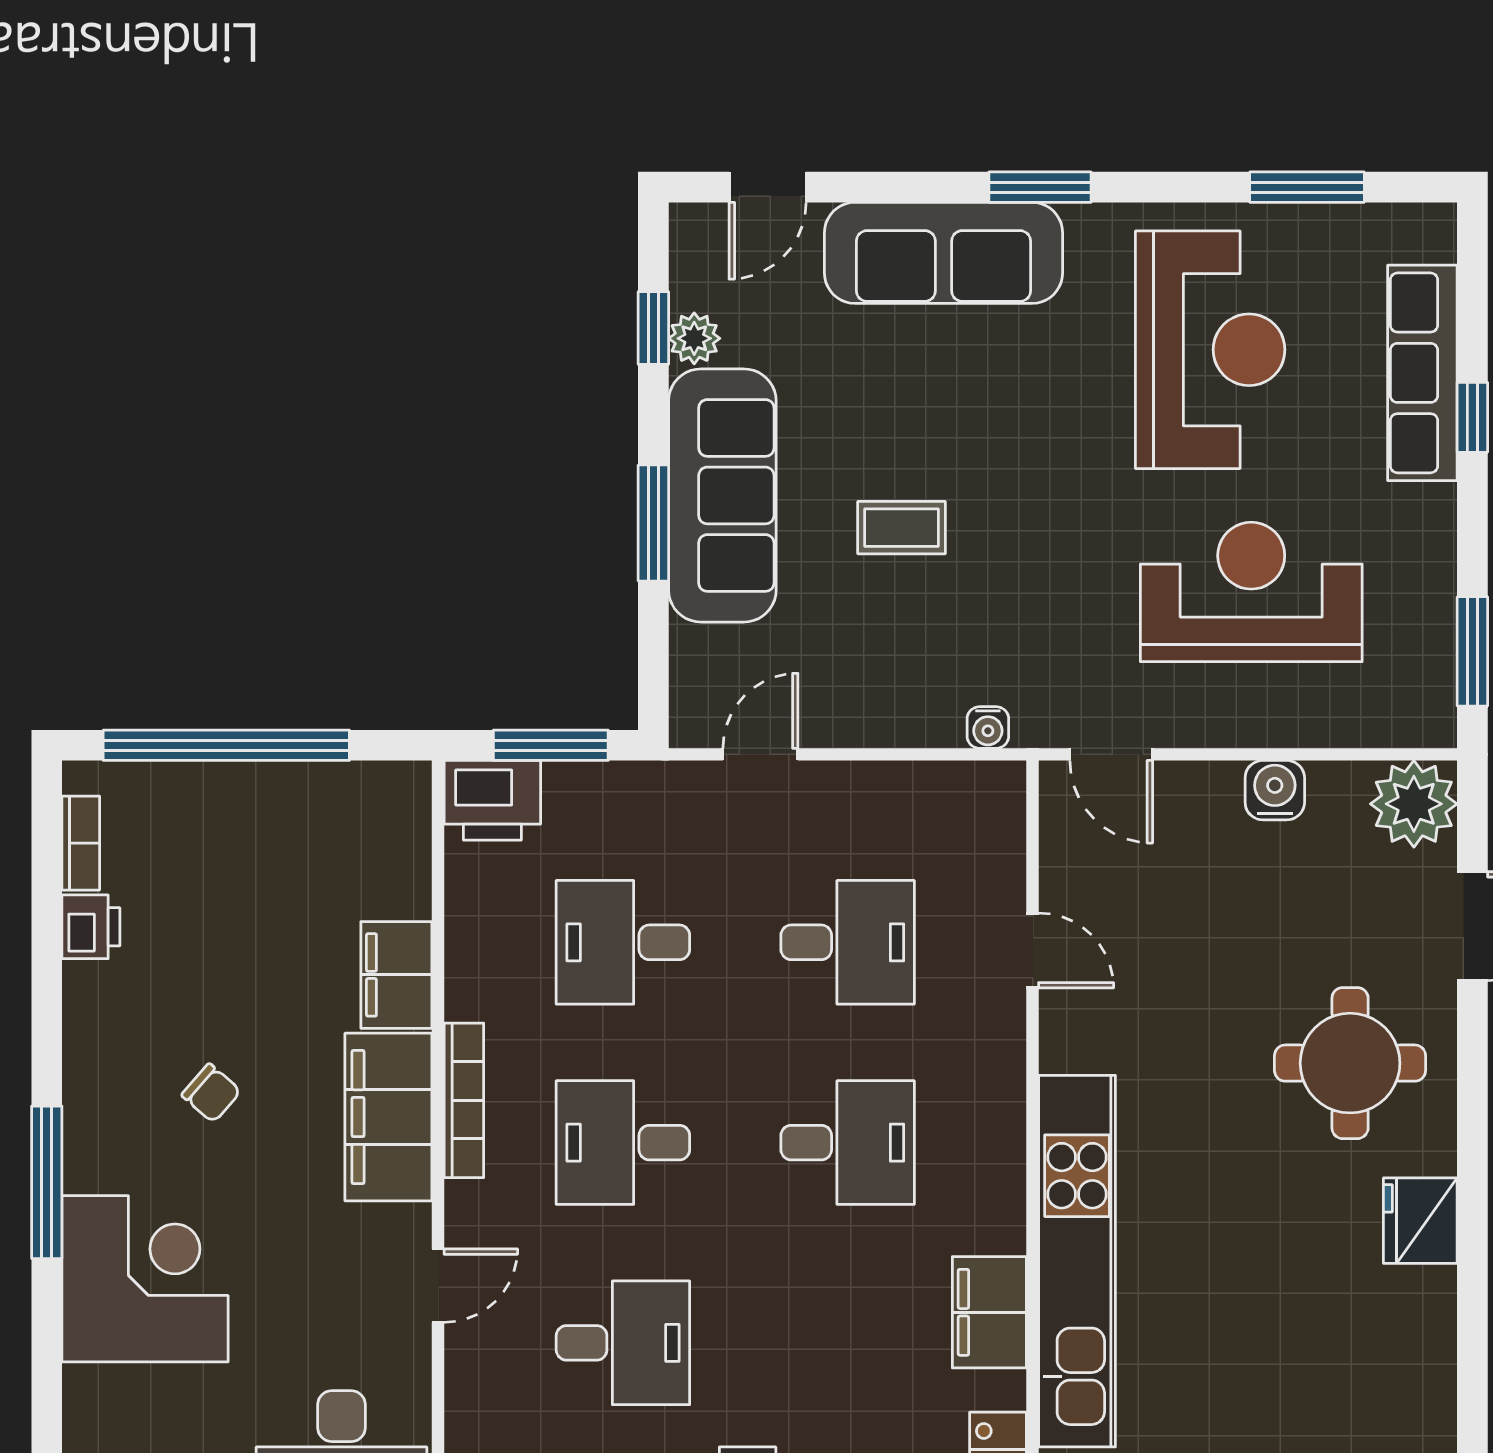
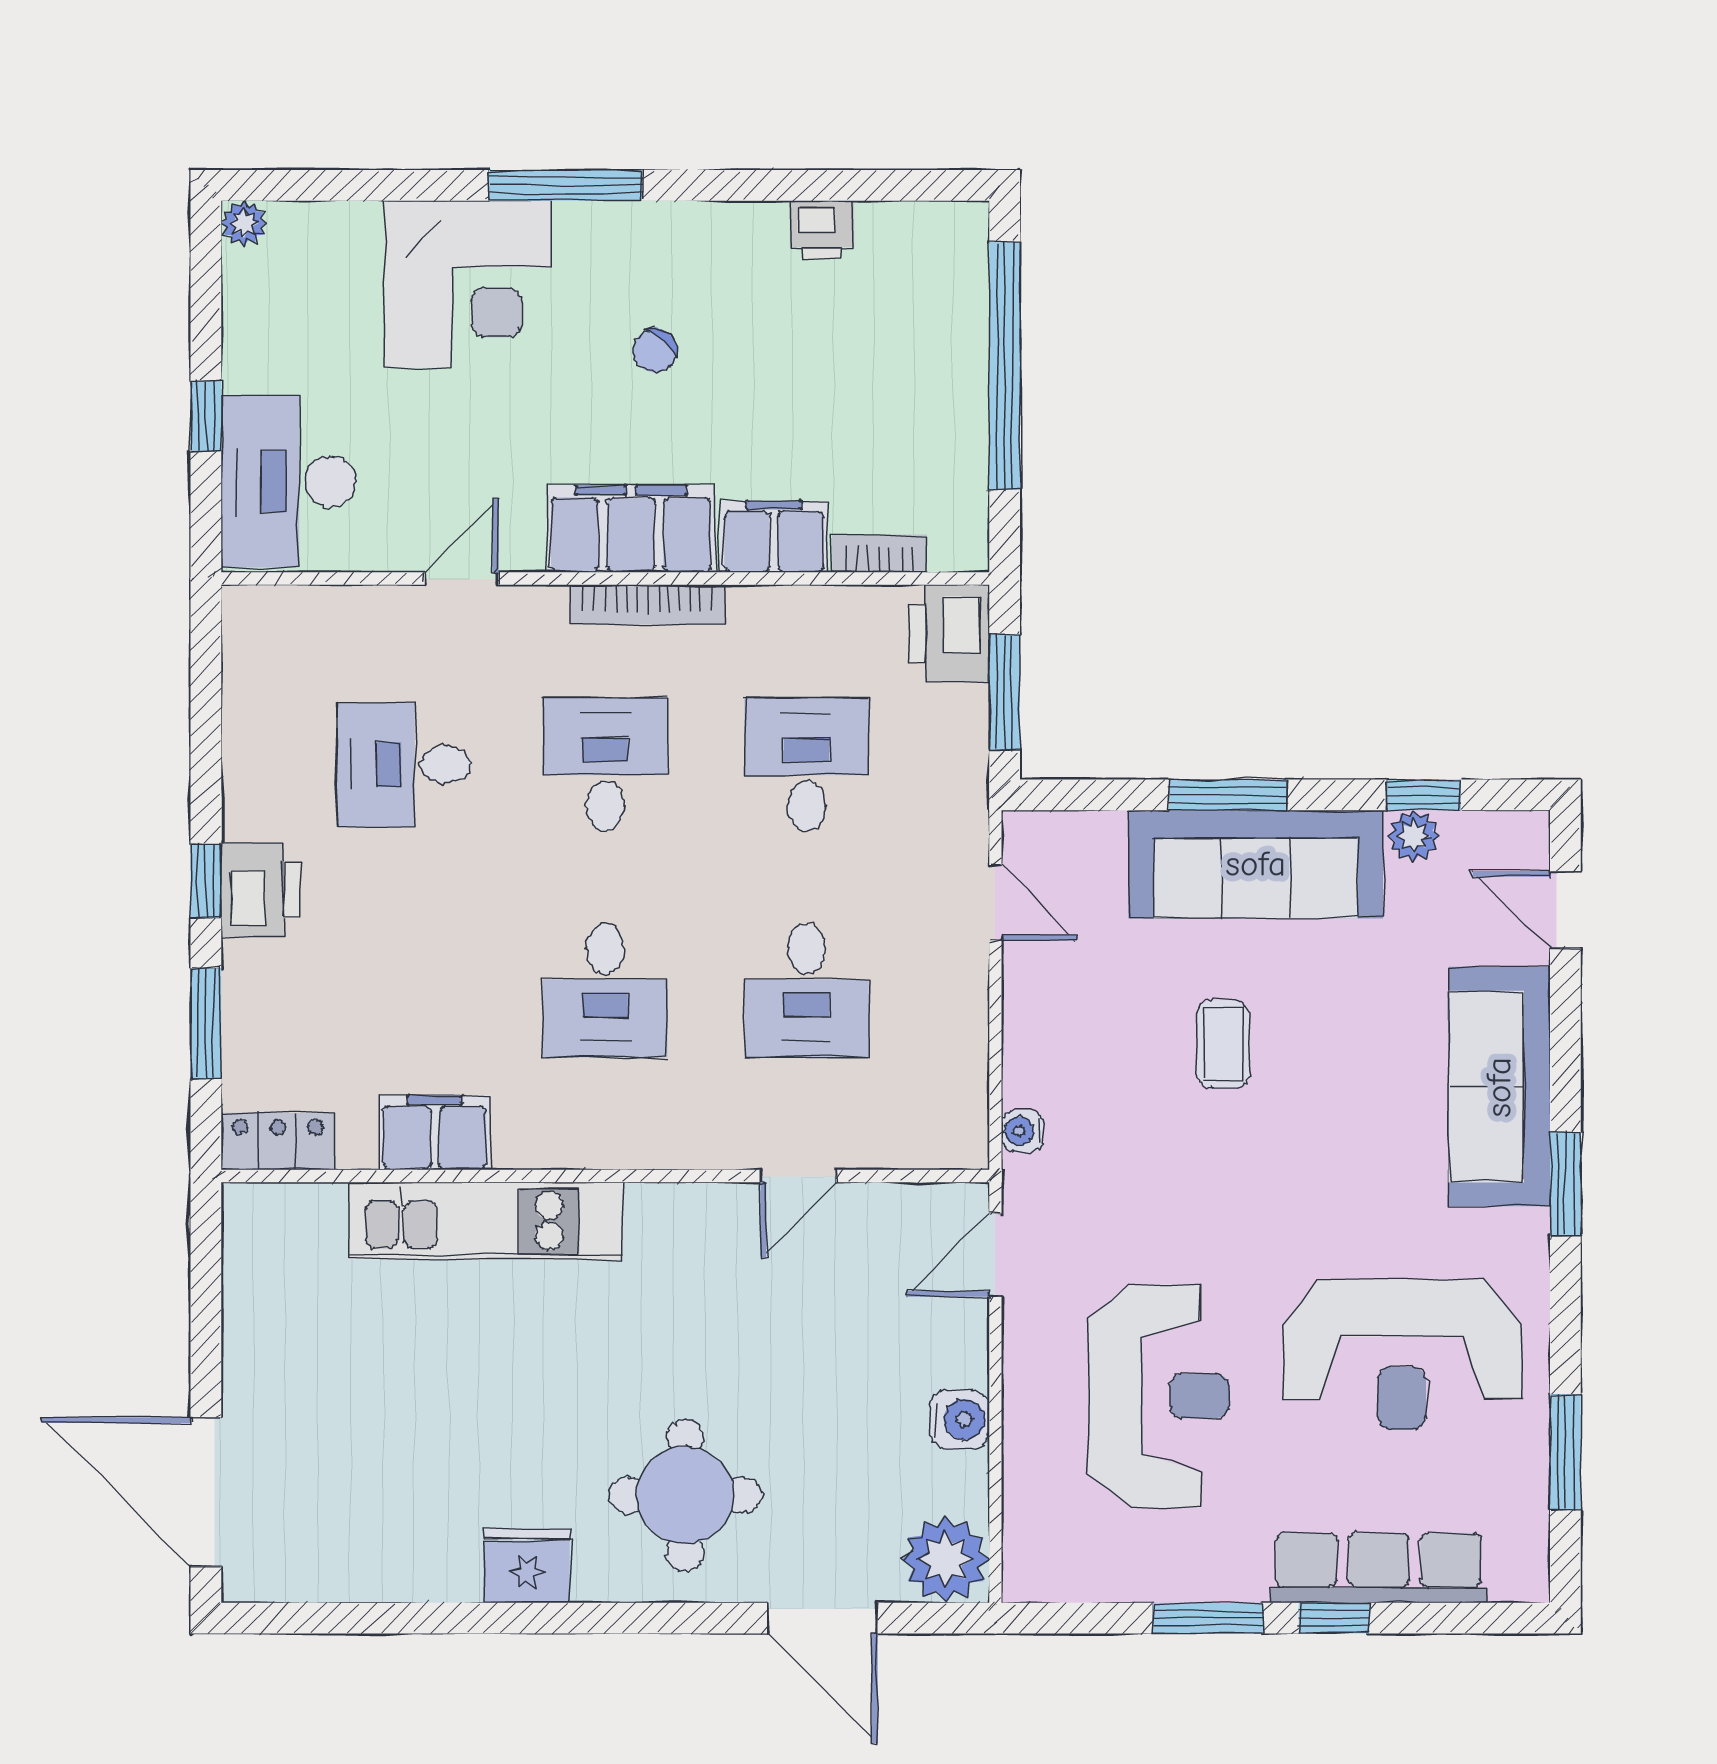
window: (1472, 651) -> (1208, 1618), moved
bookcase: (81, 843) -> (880, 554), moved, turned 180
kitchen unit: (1077, 1261) -> (486, 1221), width x0.73
door: (438, 1286) -> (461, 579), swing flipped
desk: (623, 1343) -> (404, 764), turned 90

